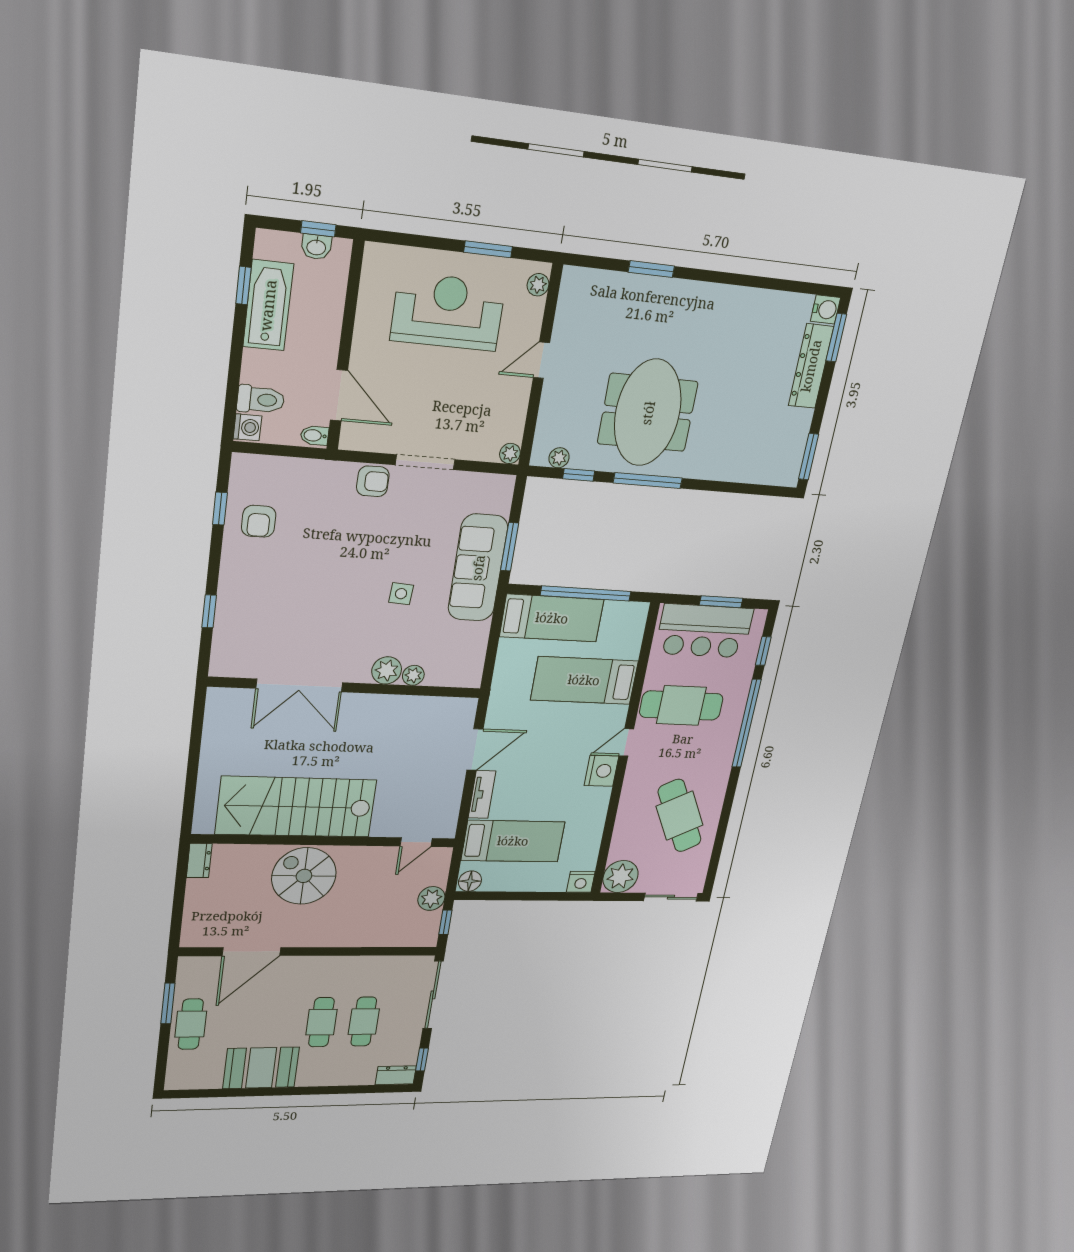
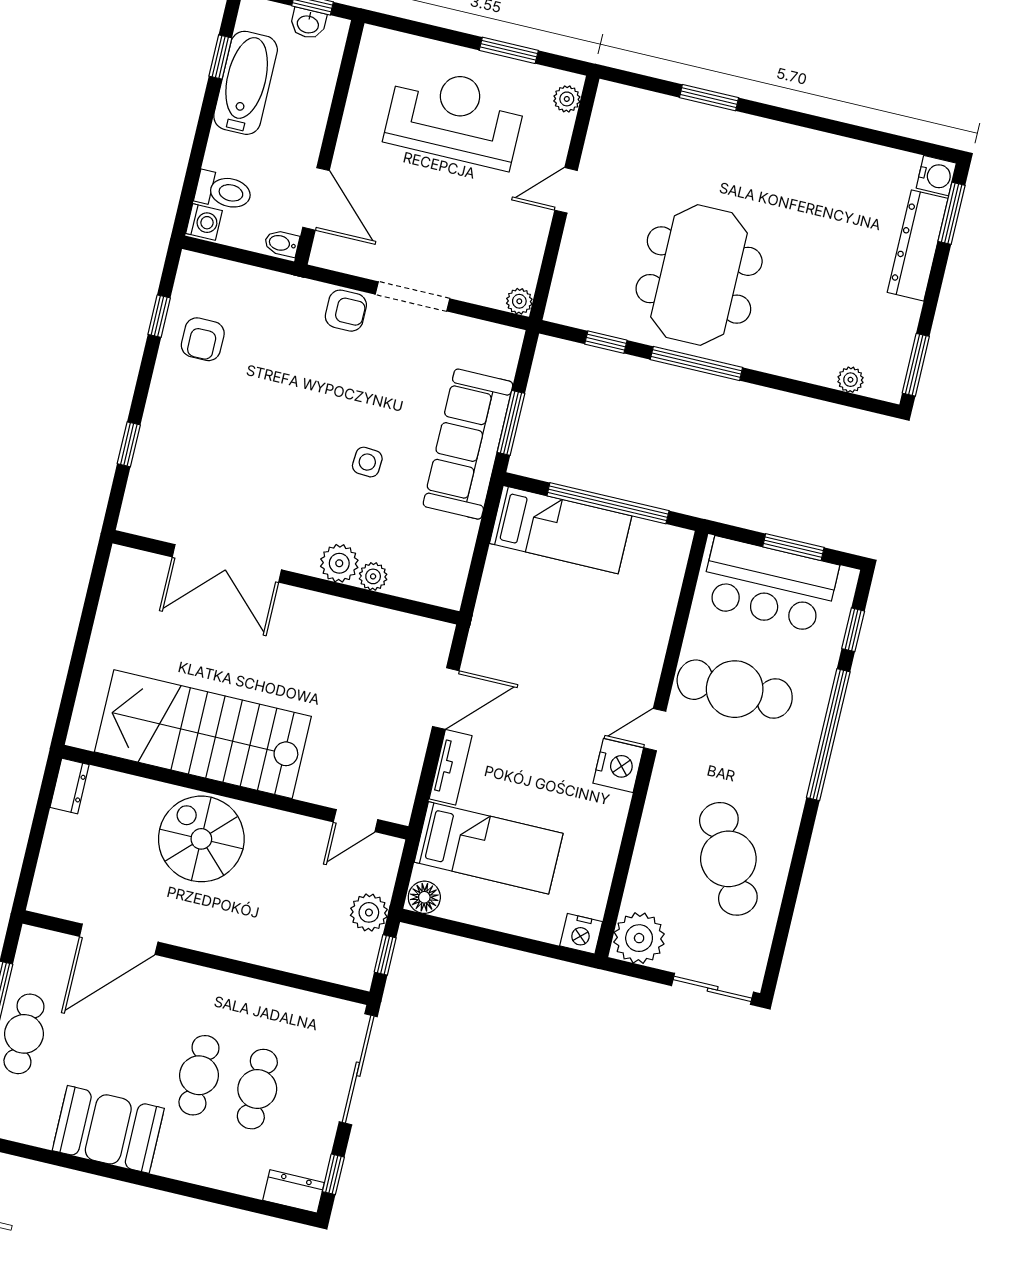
plant: (559, 458) -> (850, 380), moved
bed: (584, 680) -> (601, 626), removed

